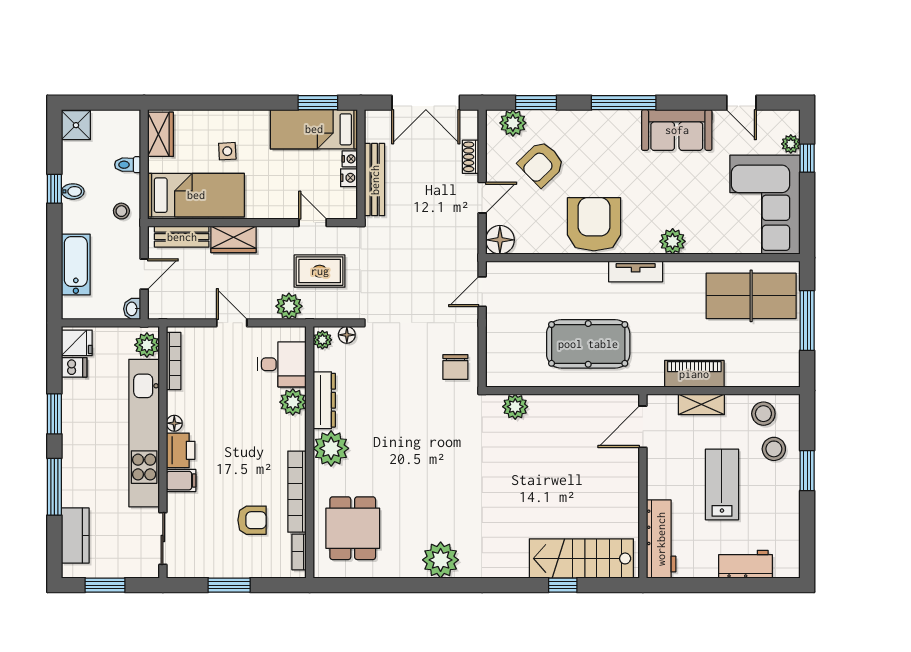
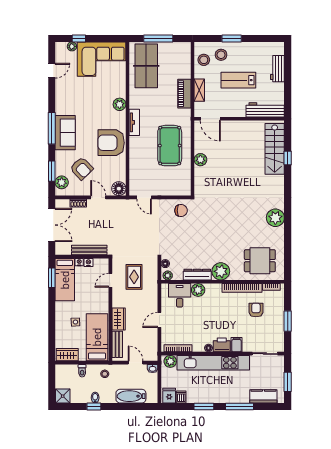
sofa: (677, 130) -> (65, 133), moved
plant: (289, 306) -> (151, 292), removed
plant: (515, 407) -> (200, 160), moved

